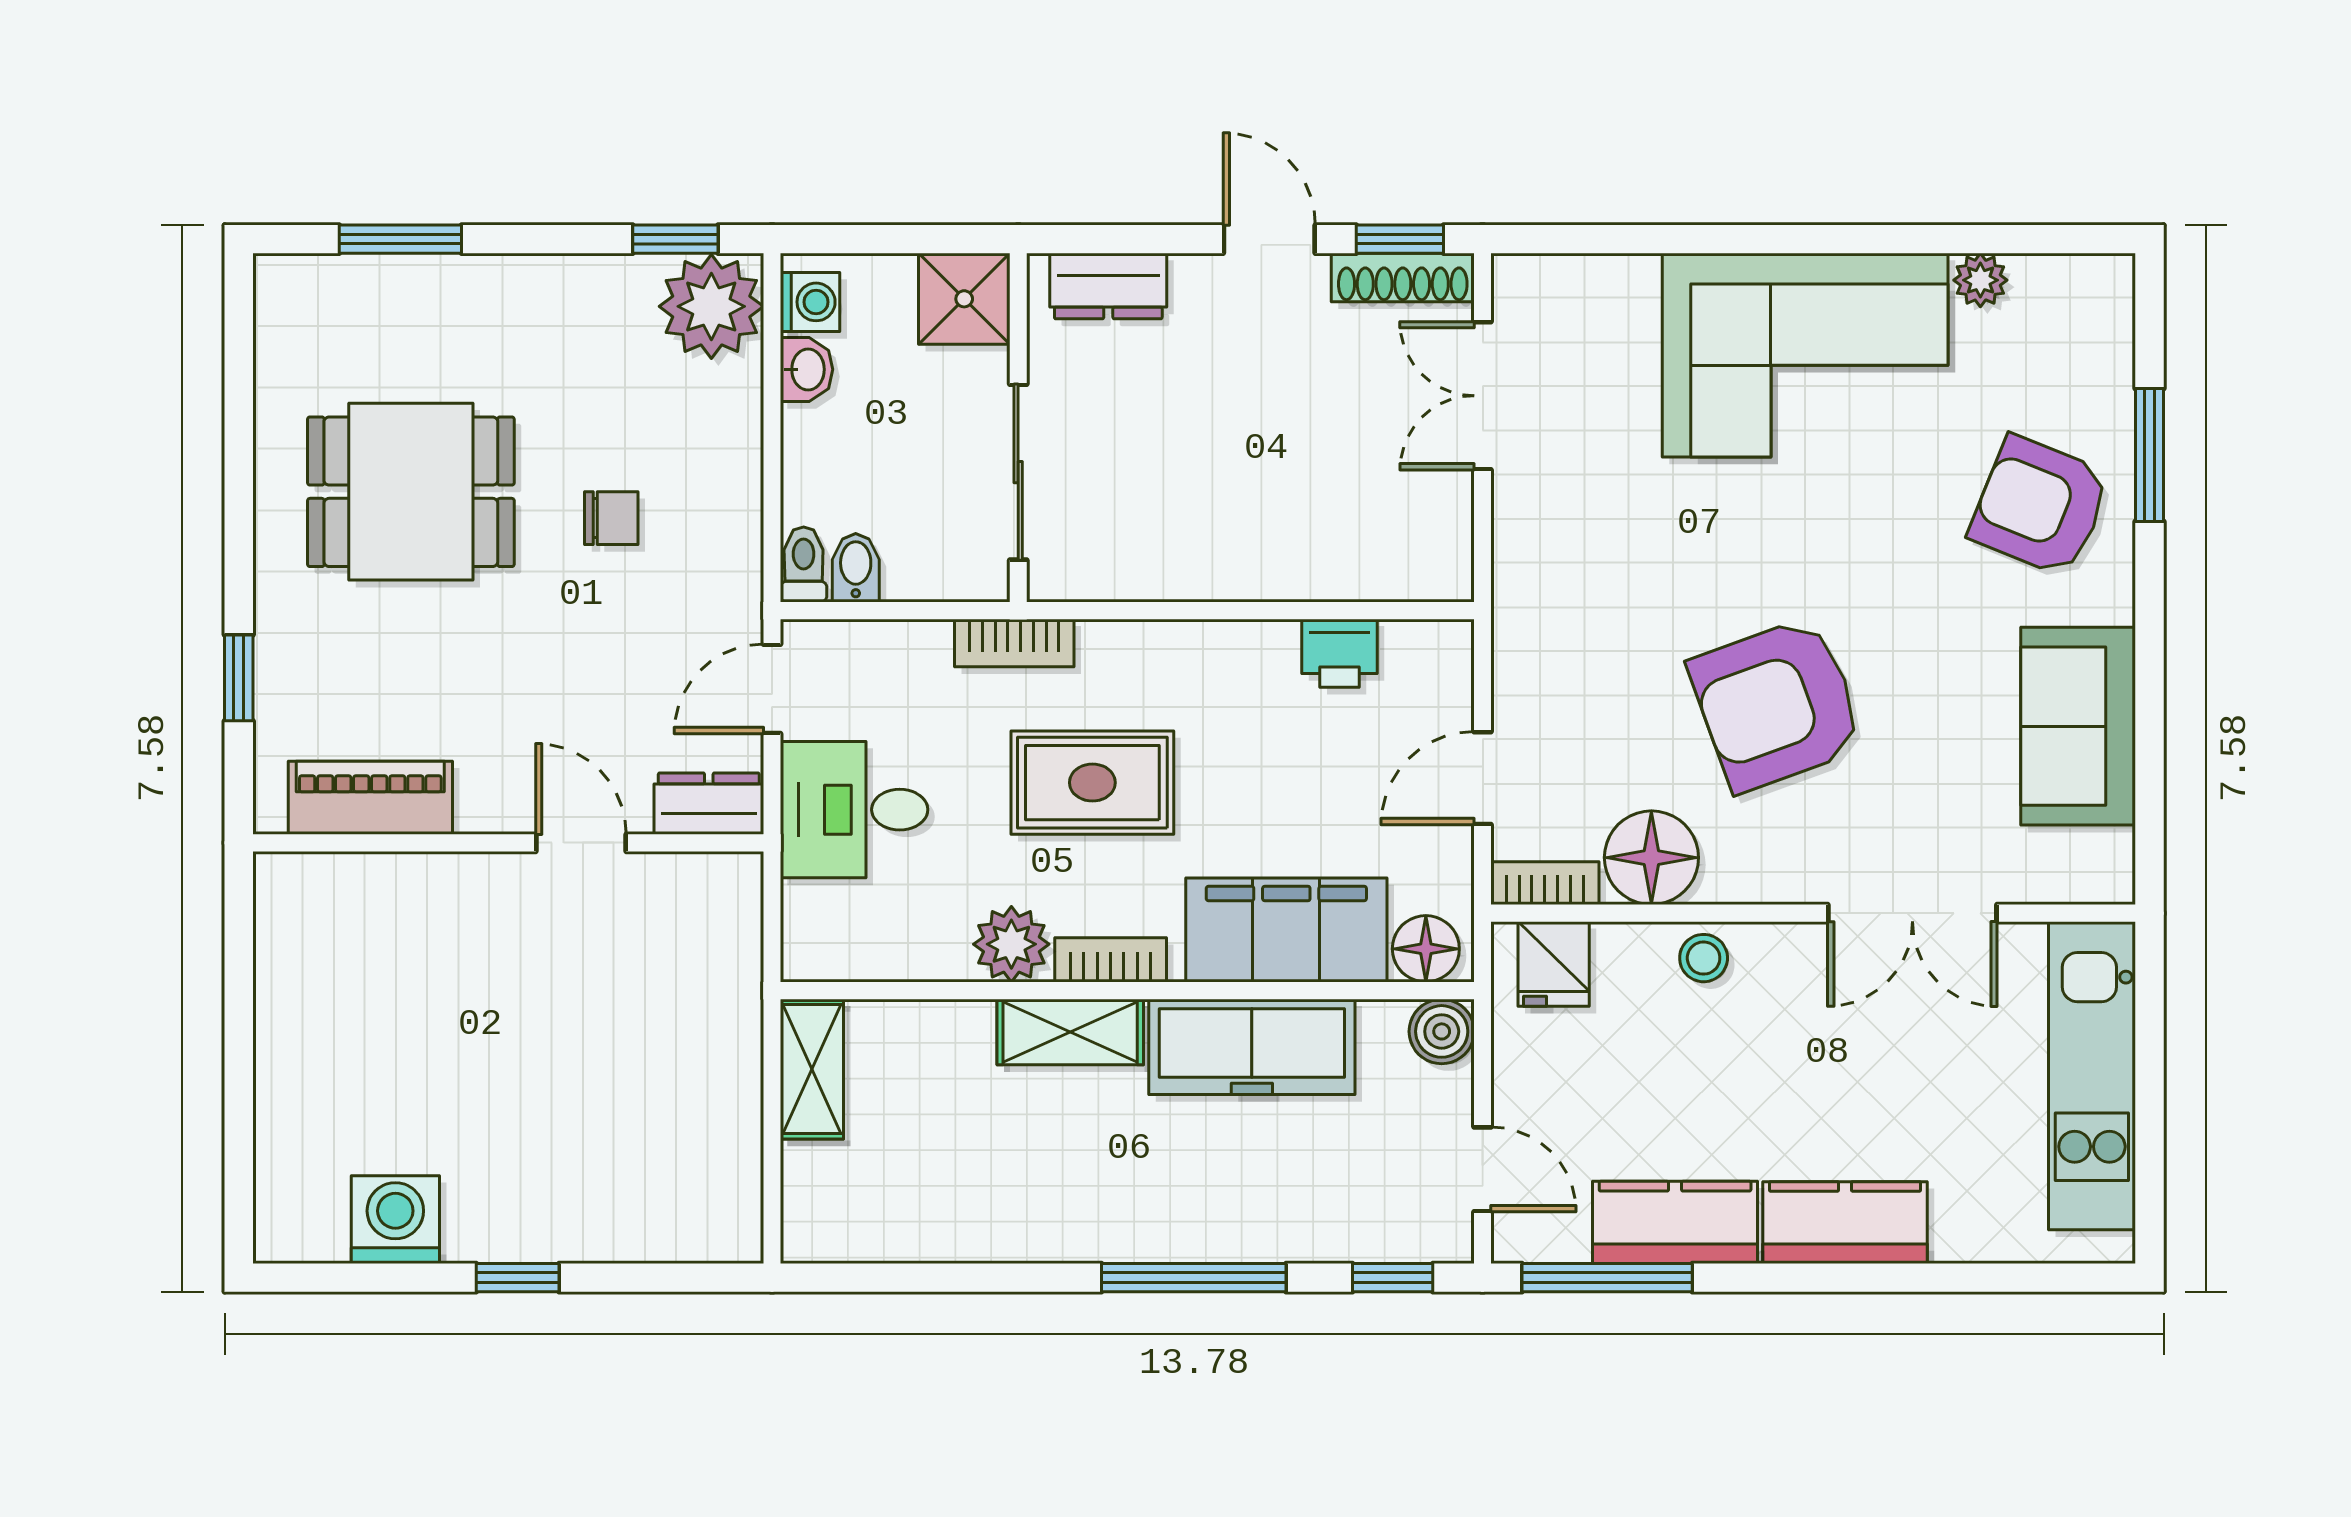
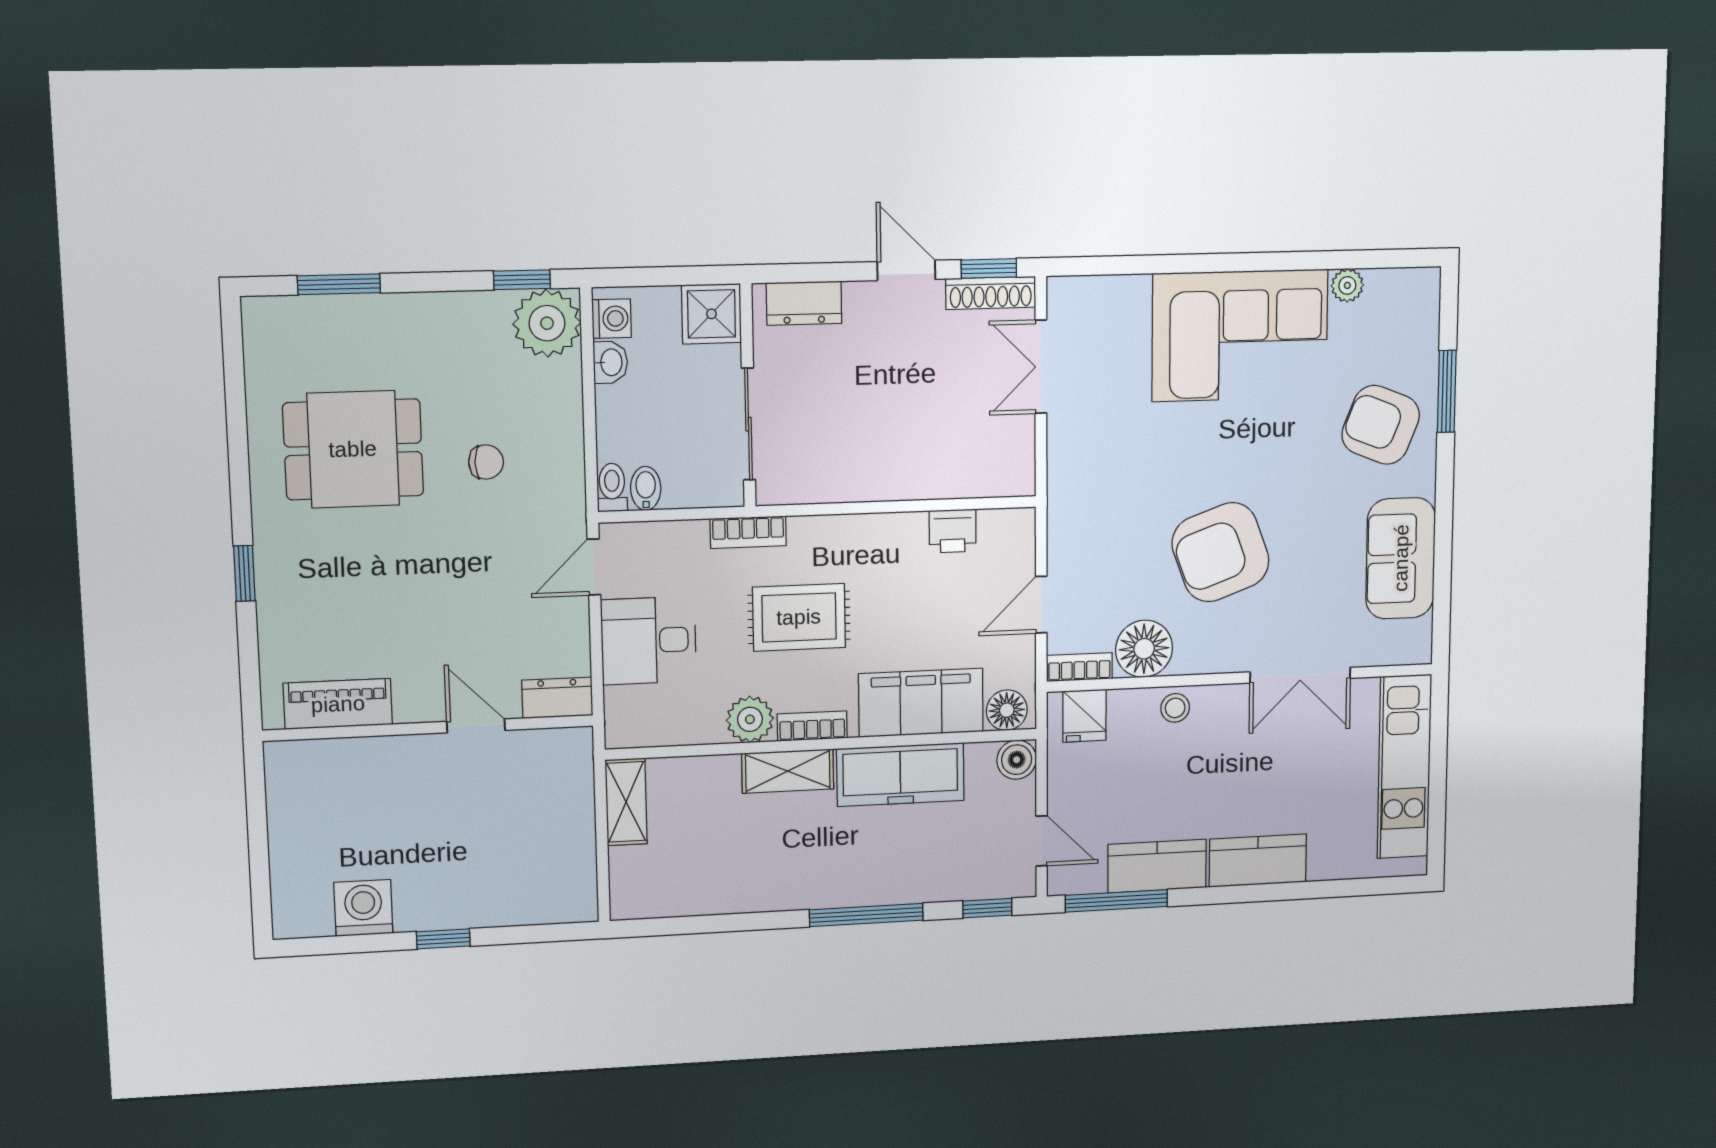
piano: (370, 798) -> (338, 704), moved
dresser: (709, 804) -> (557, 698), moved
wall: (508, 843) -> (429, 728), moved
door: (581, 843) -> (476, 726), moved

